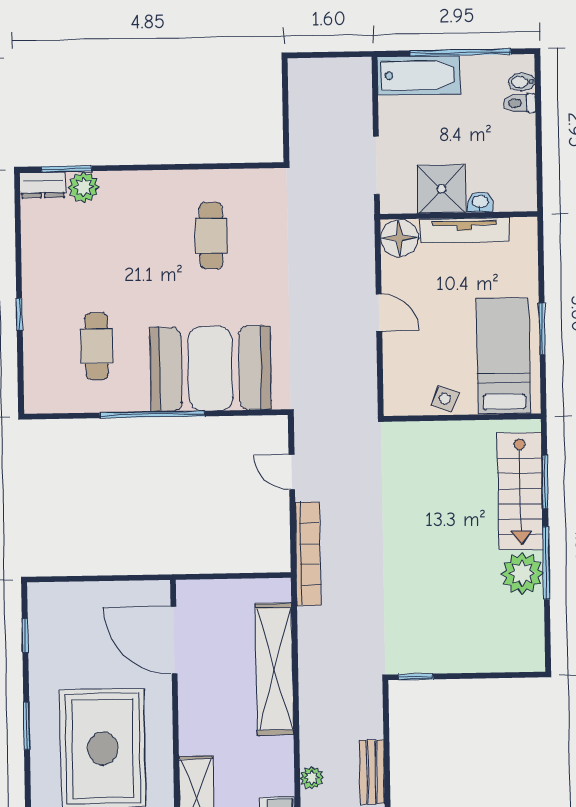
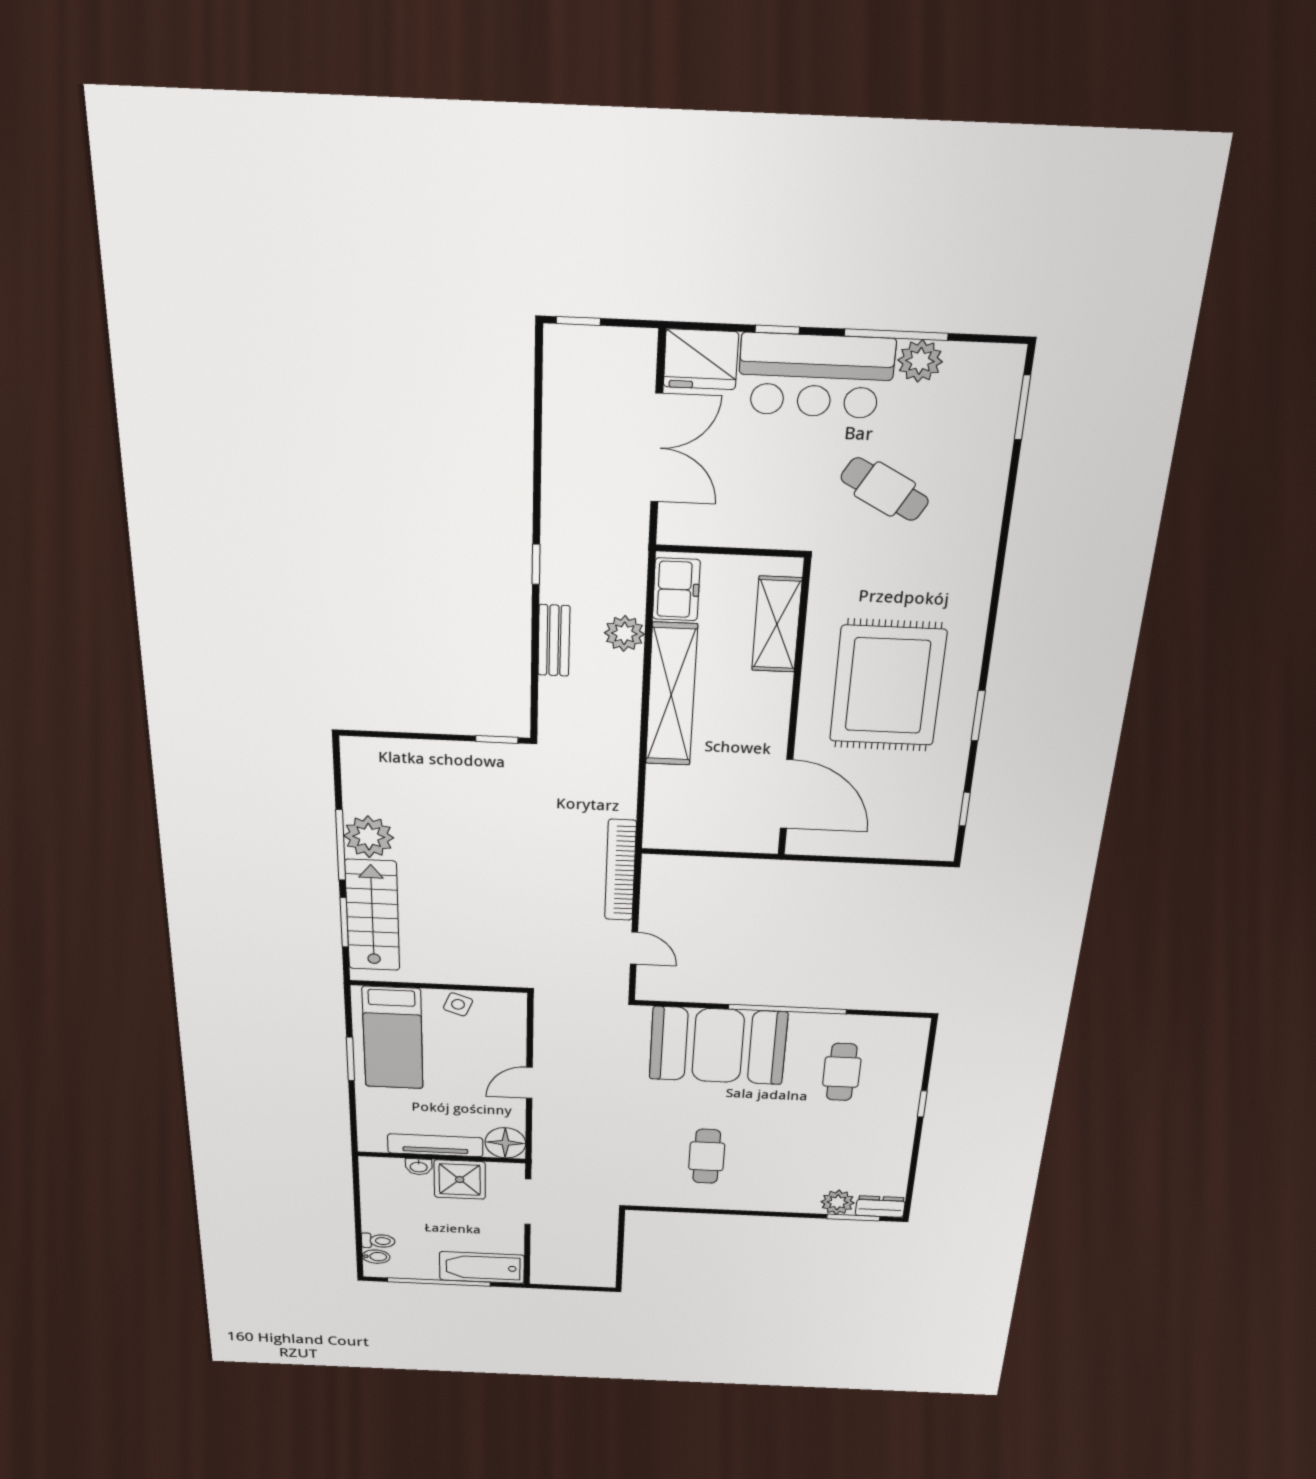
door: (379, 313) -> (529, 1083), hinge flipped
shelving: (274, 669) -> (671, 695), moved
plant: (312, 778) -> (624, 633), width x1.38, depth x1.38

